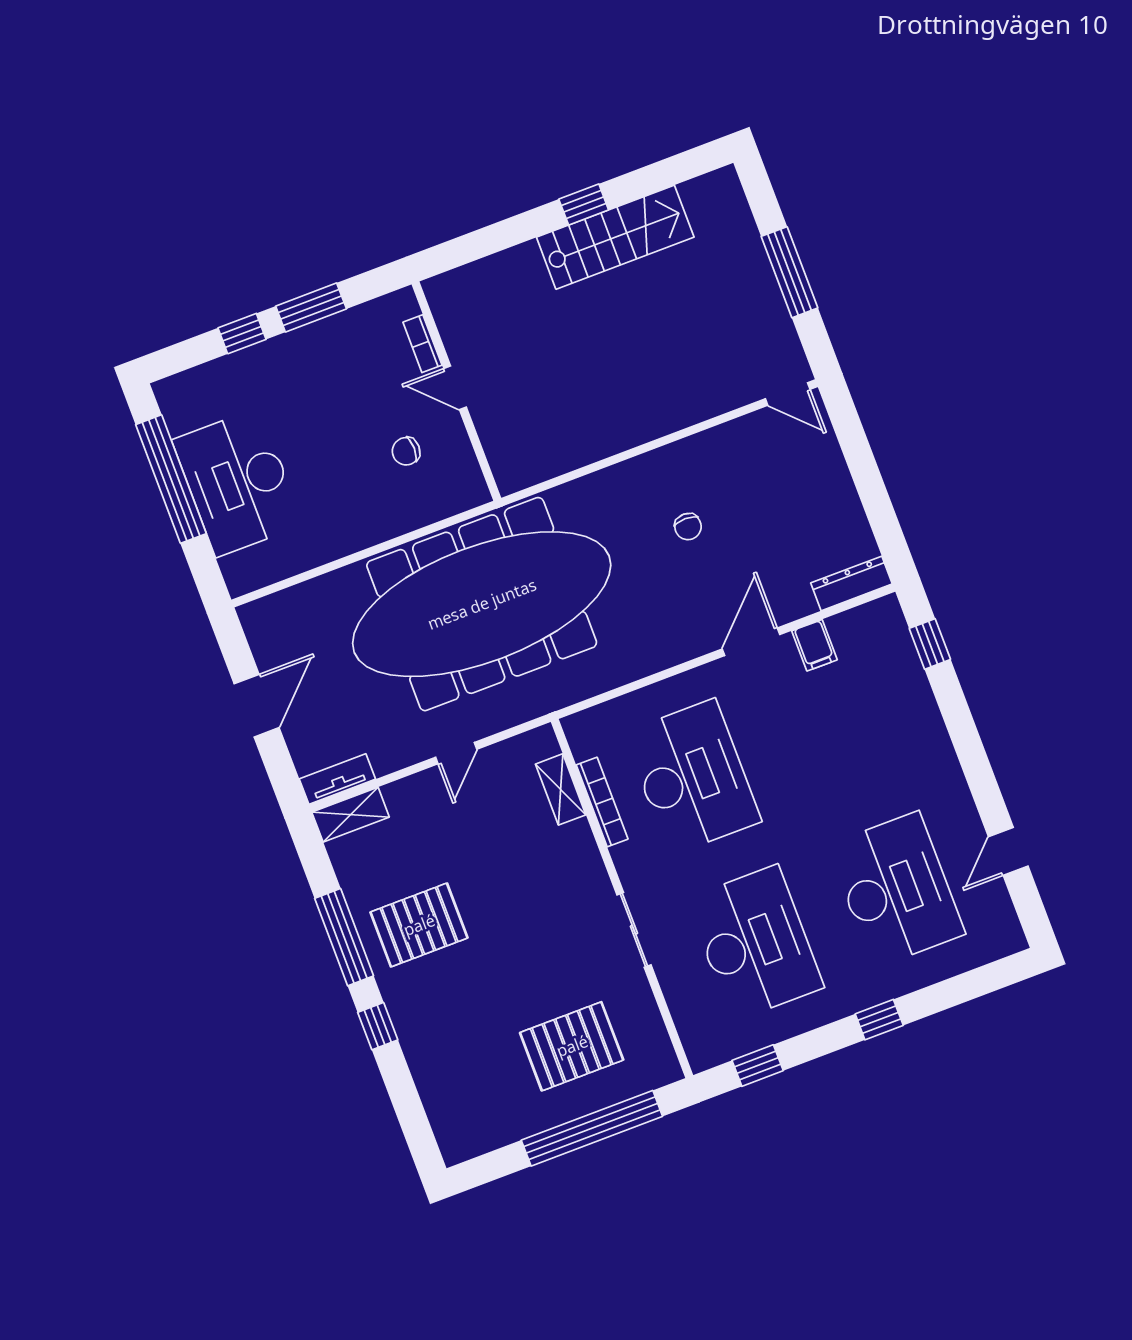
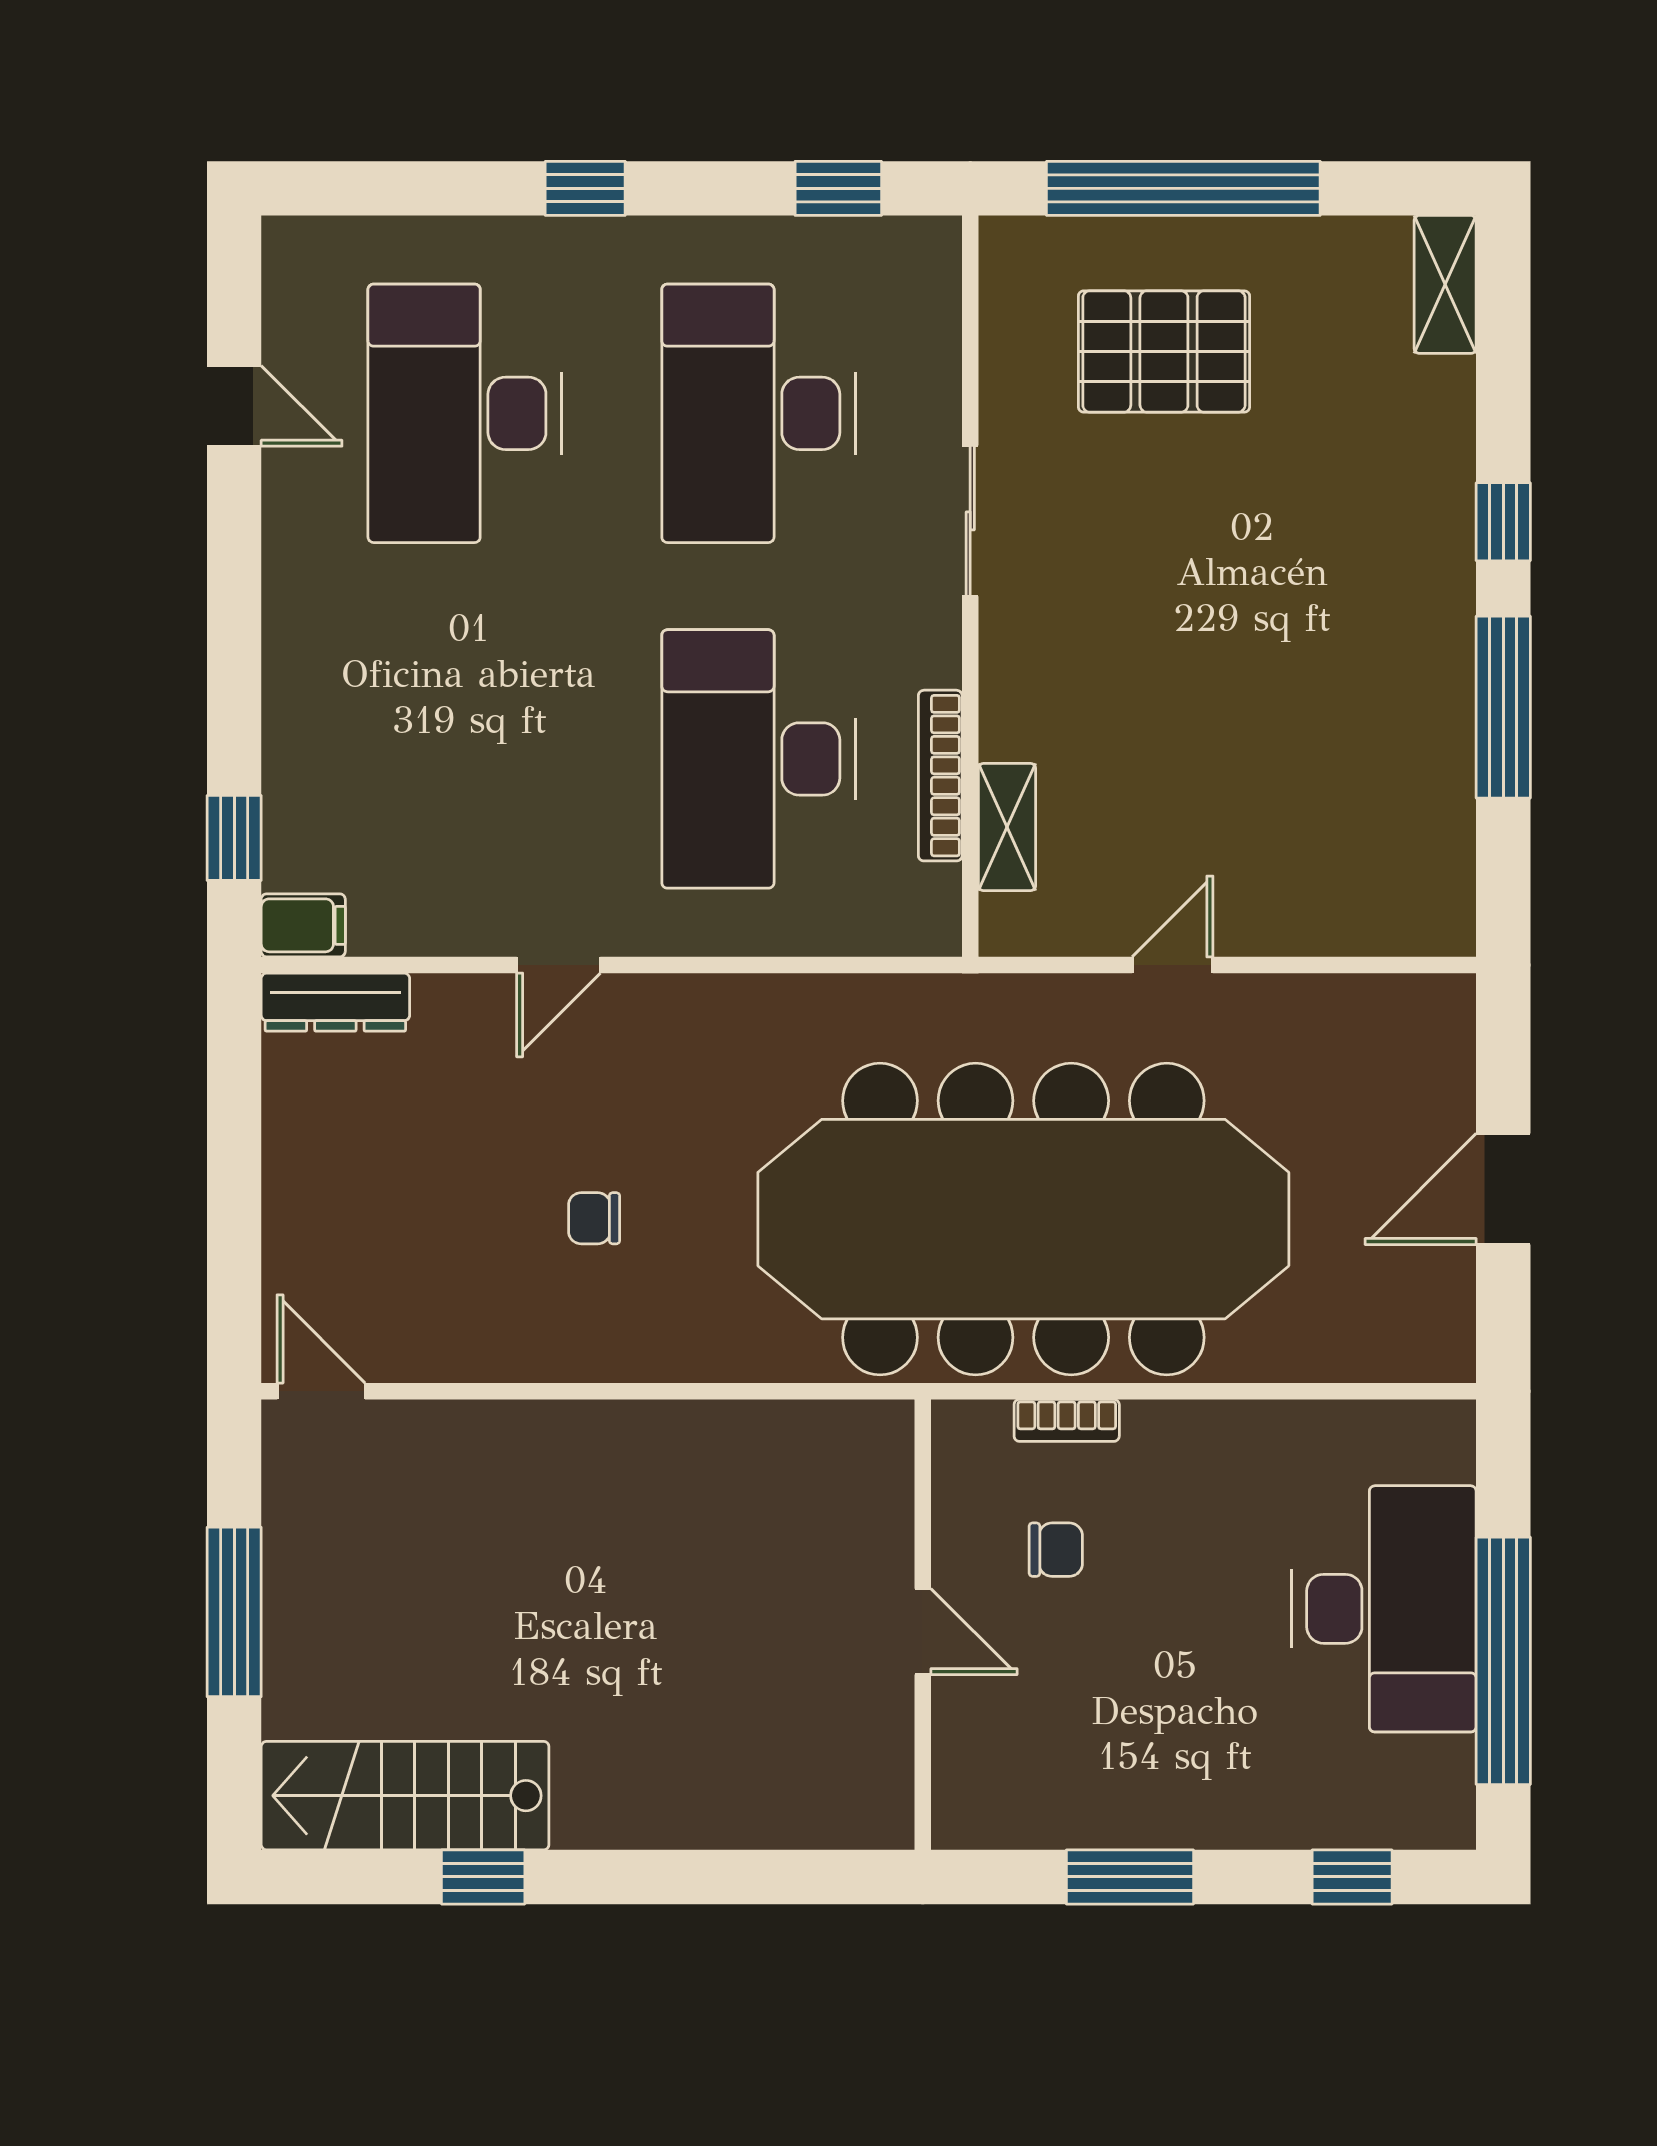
window: (584, 204) -> (483, 1877), moved
stairs: (615, 237) -> (405, 1796), moved
window: (242, 334) -> (1352, 1877), moved
bookcase: (422, 344) -> (1067, 1420), moved, turned 90
chair: (688, 527) -> (594, 1218), turned -90
door: (751, 642) -> (558, 965), width x0.73
filing cabinet: (815, 645) -> (303, 925), moved, turned 90
tv unit: (337, 779) -> (1407, 1000), removed
shelving: (351, 815) -> (1445, 284), moved, turned 90
door: (1008, 851) -> (234, 406), hinge flipped
pallet: (419, 925) -> (1358, 678), removed

